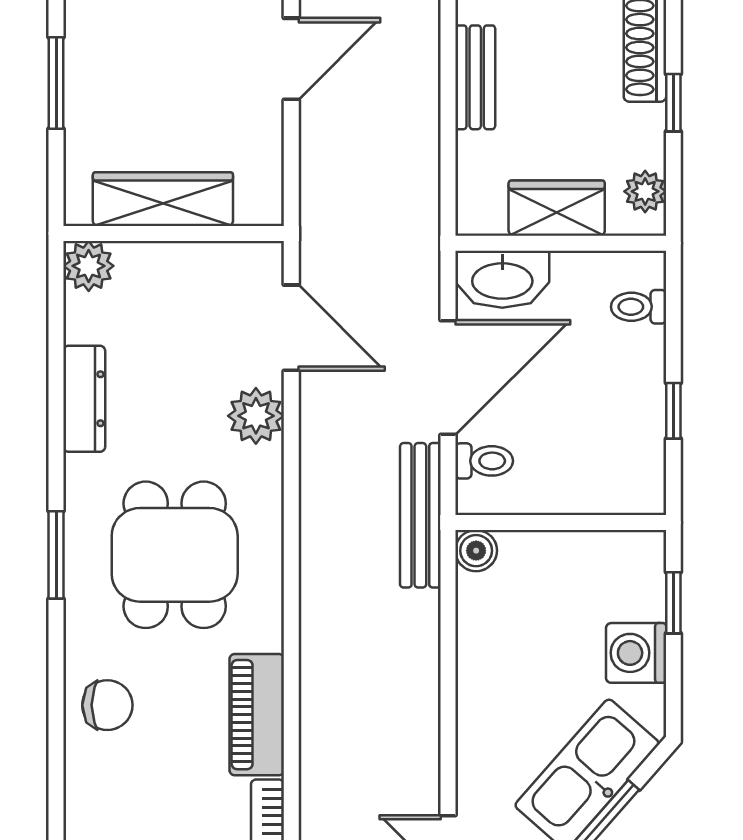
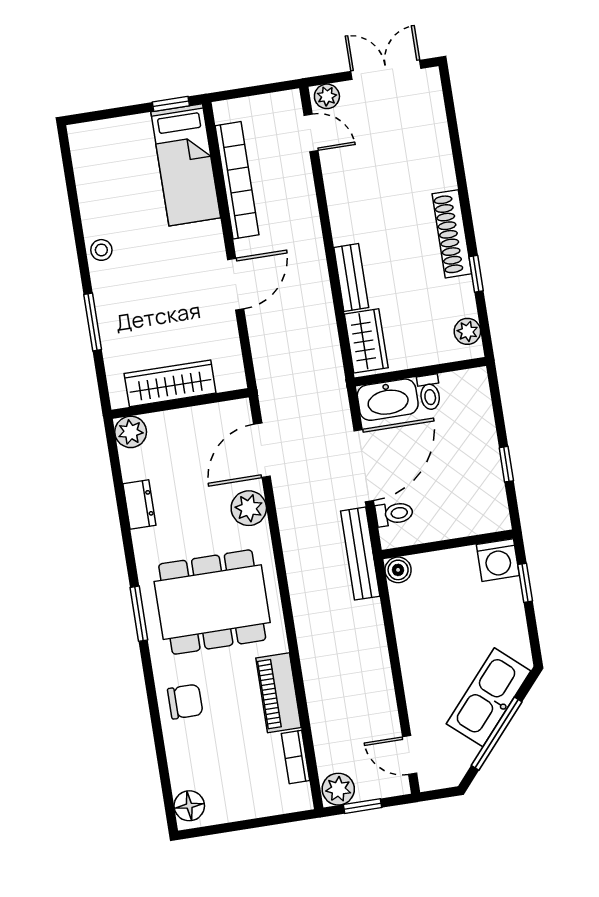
wardrobe: (557, 208) -> (366, 341), moved, turned 90
toilet: (639, 307) -> (429, 392), moved, turned -90
door: (291, 328) -> (262, 450), swing flipped
dresser: (84, 399) -> (139, 504), width x0.70
dining table: (175, 555) -> (212, 602), width x1.38
washing machine: (636, 653) -> (498, 560), moved, turned -90

